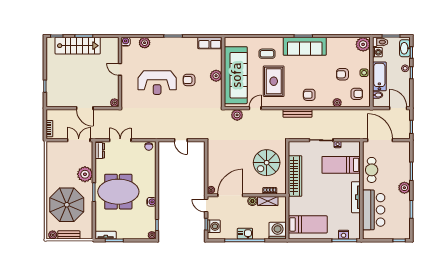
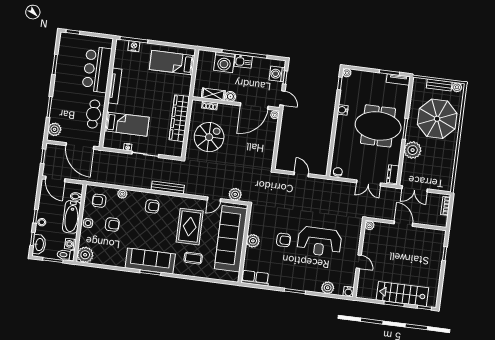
reception desk: (157, 83) -> (319, 242), turned 180
plant: (404, 188) -> (55, 129), moved
washing machine: (278, 231) -> (224, 62), moved

